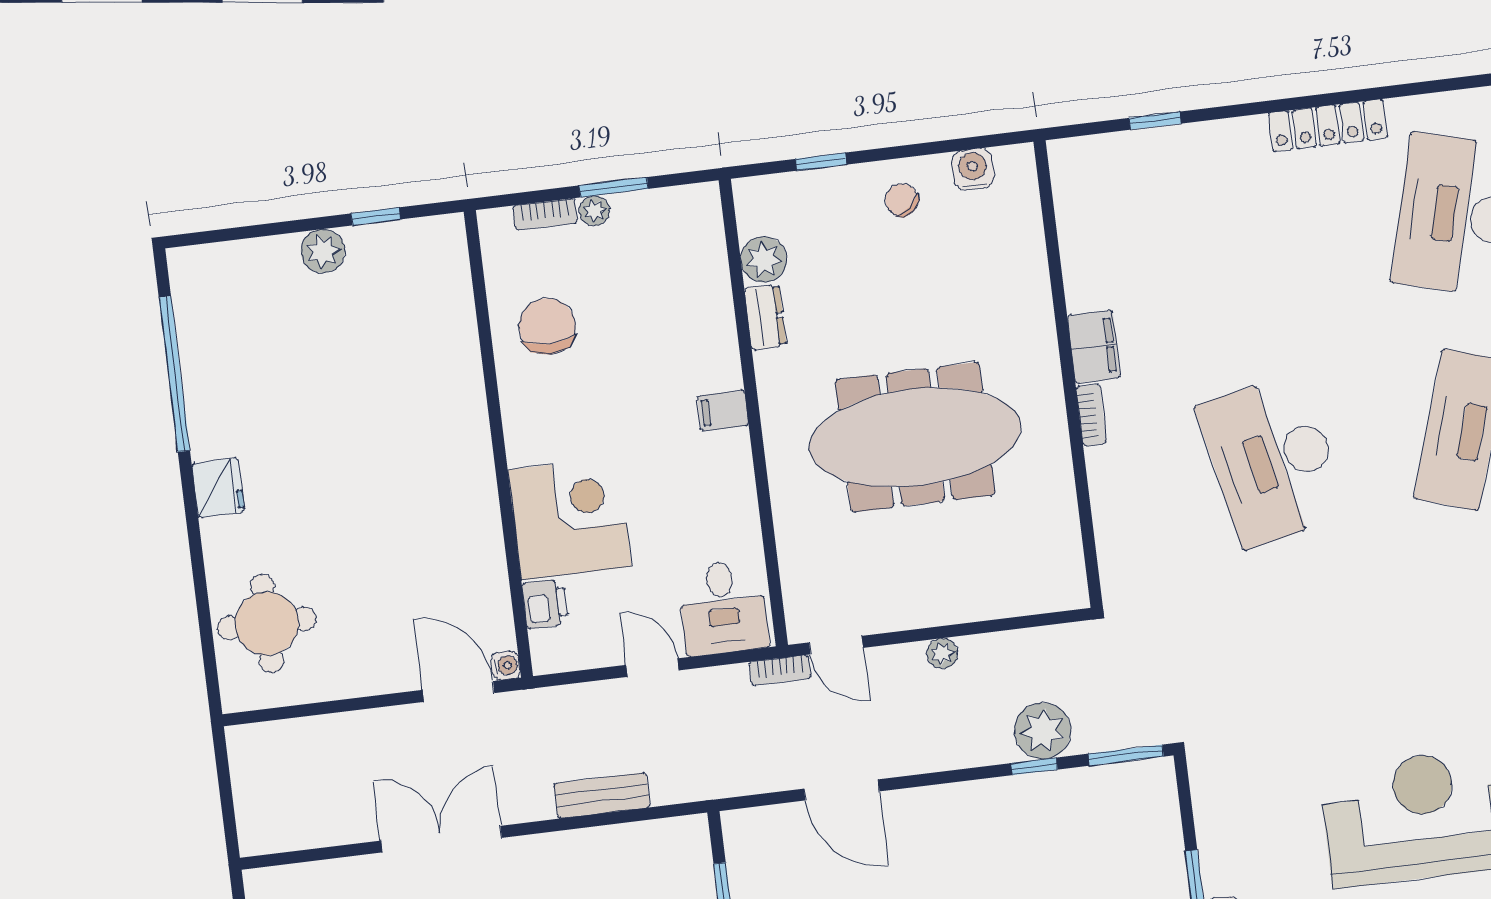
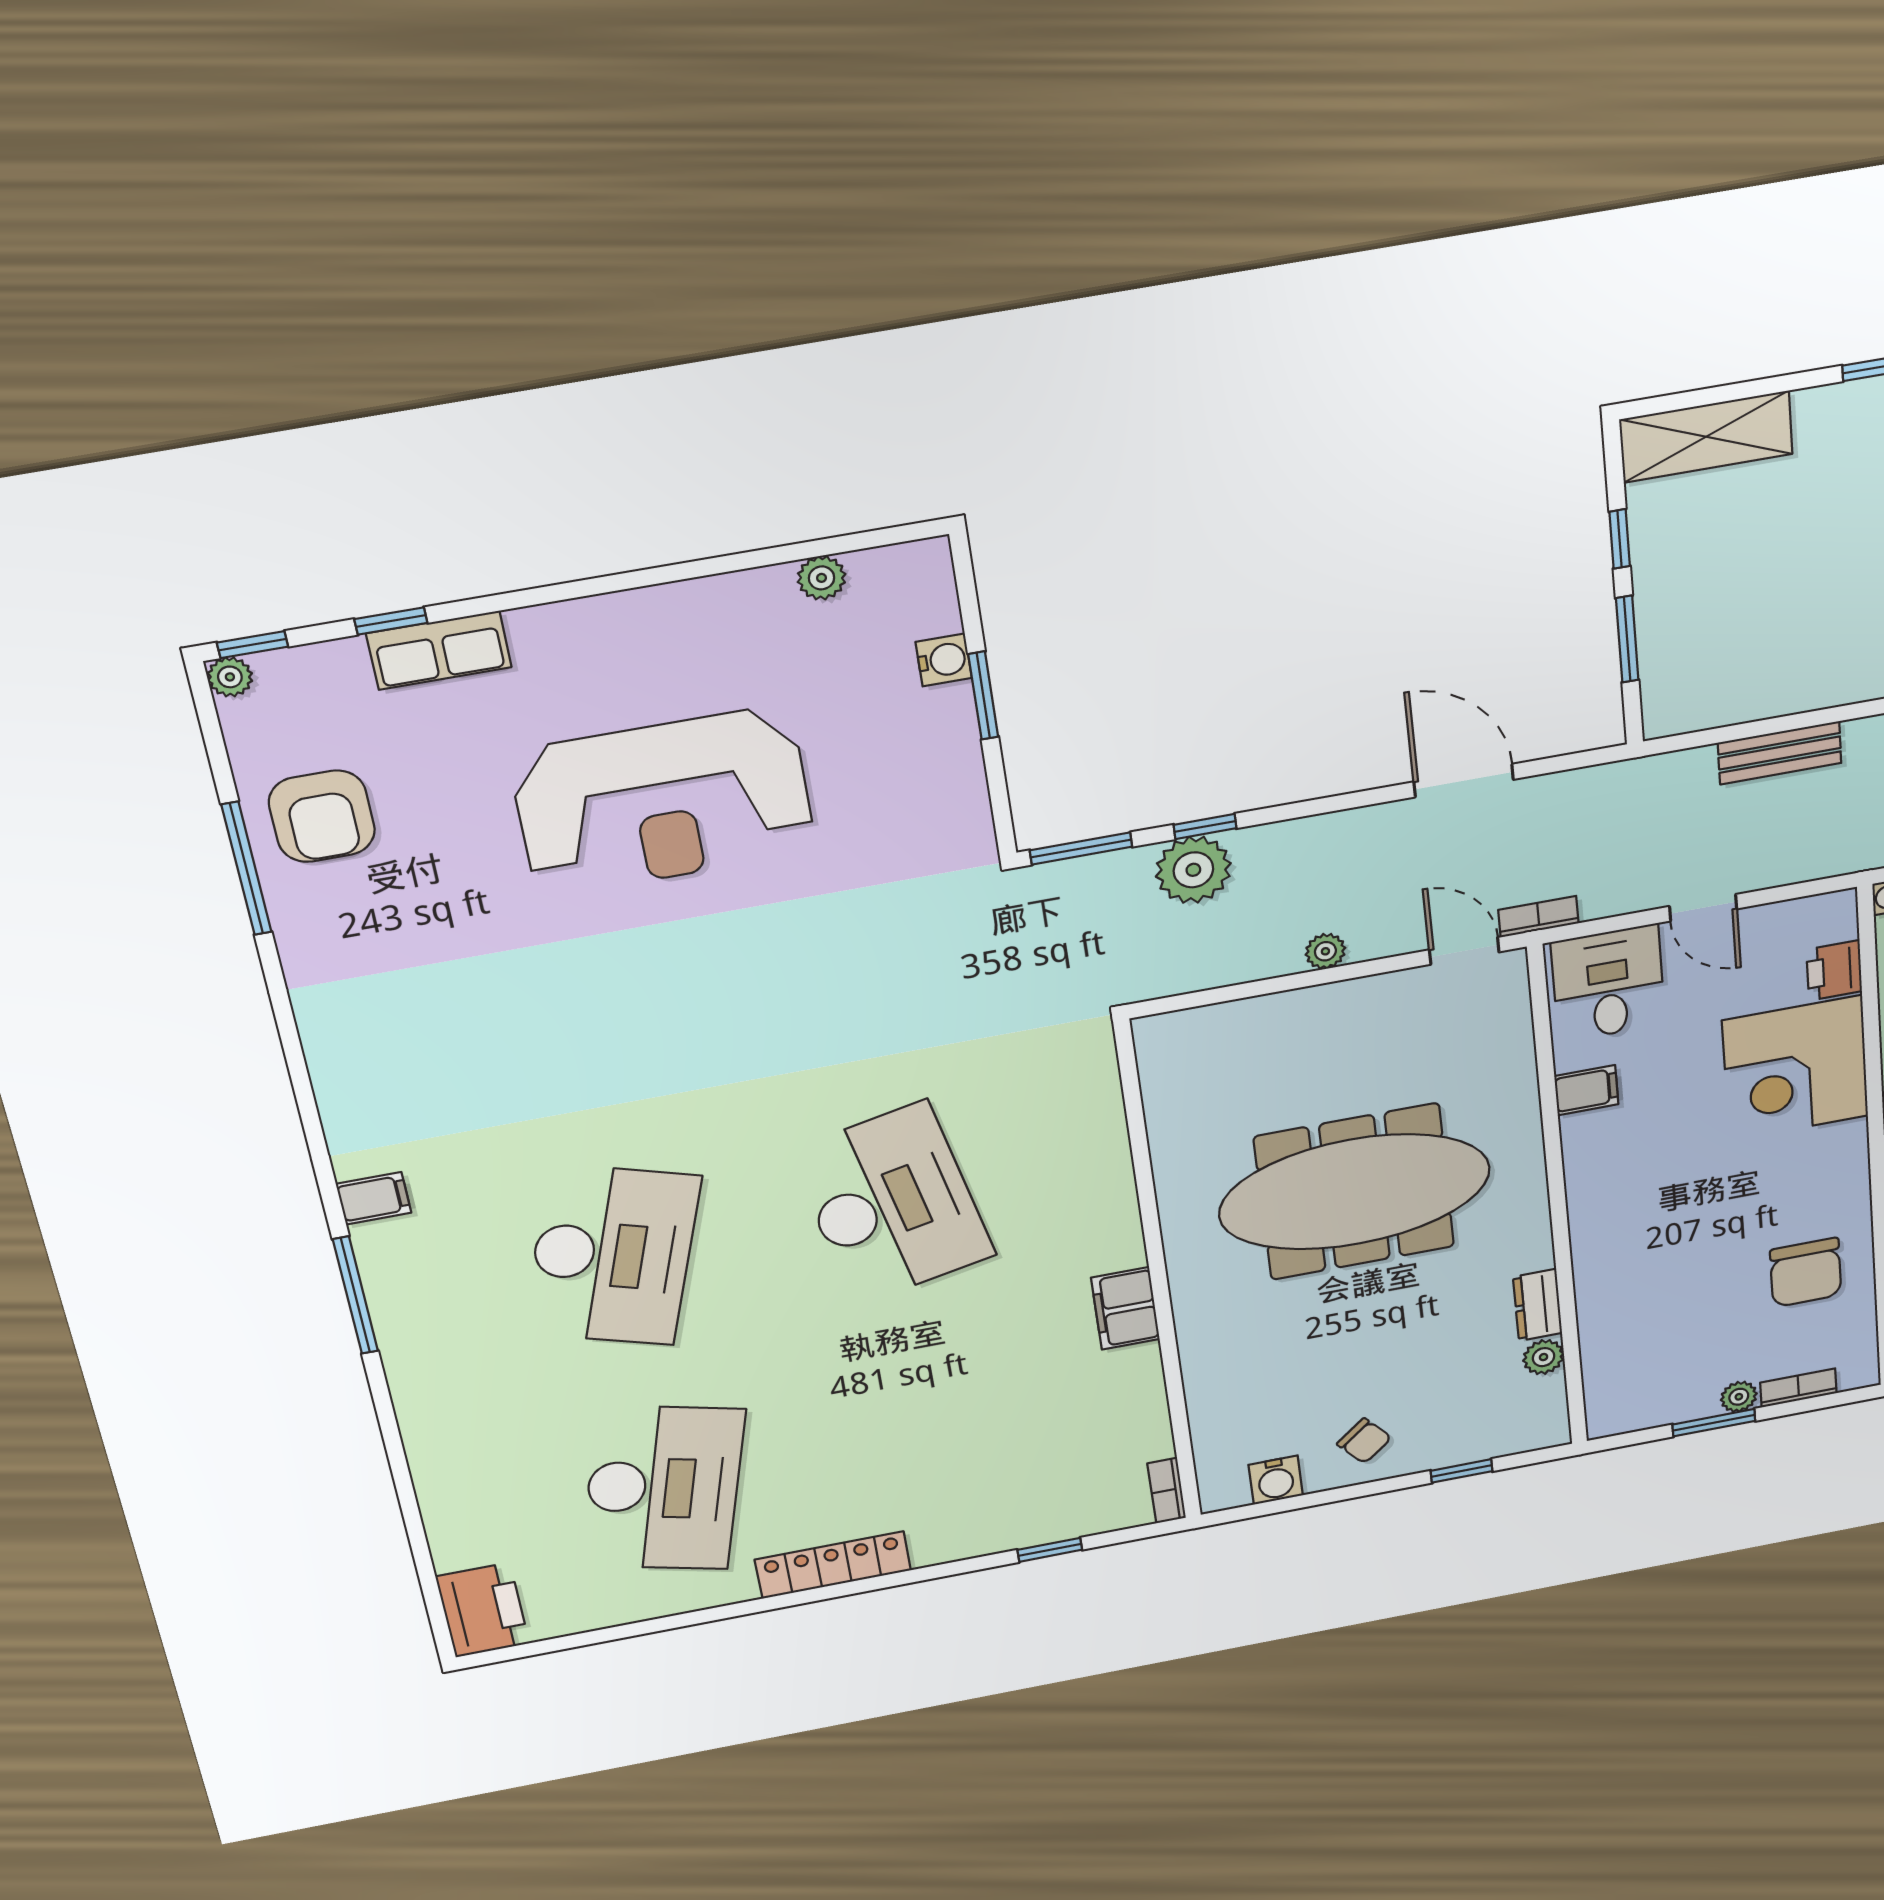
plant: (764, 259) -> (1543, 1357), width x0.73, depth x0.73
filing cabinet: (723, 411) -> (1586, 1090), moved
bookcase: (1091, 415) -> (1167, 1491), moved

